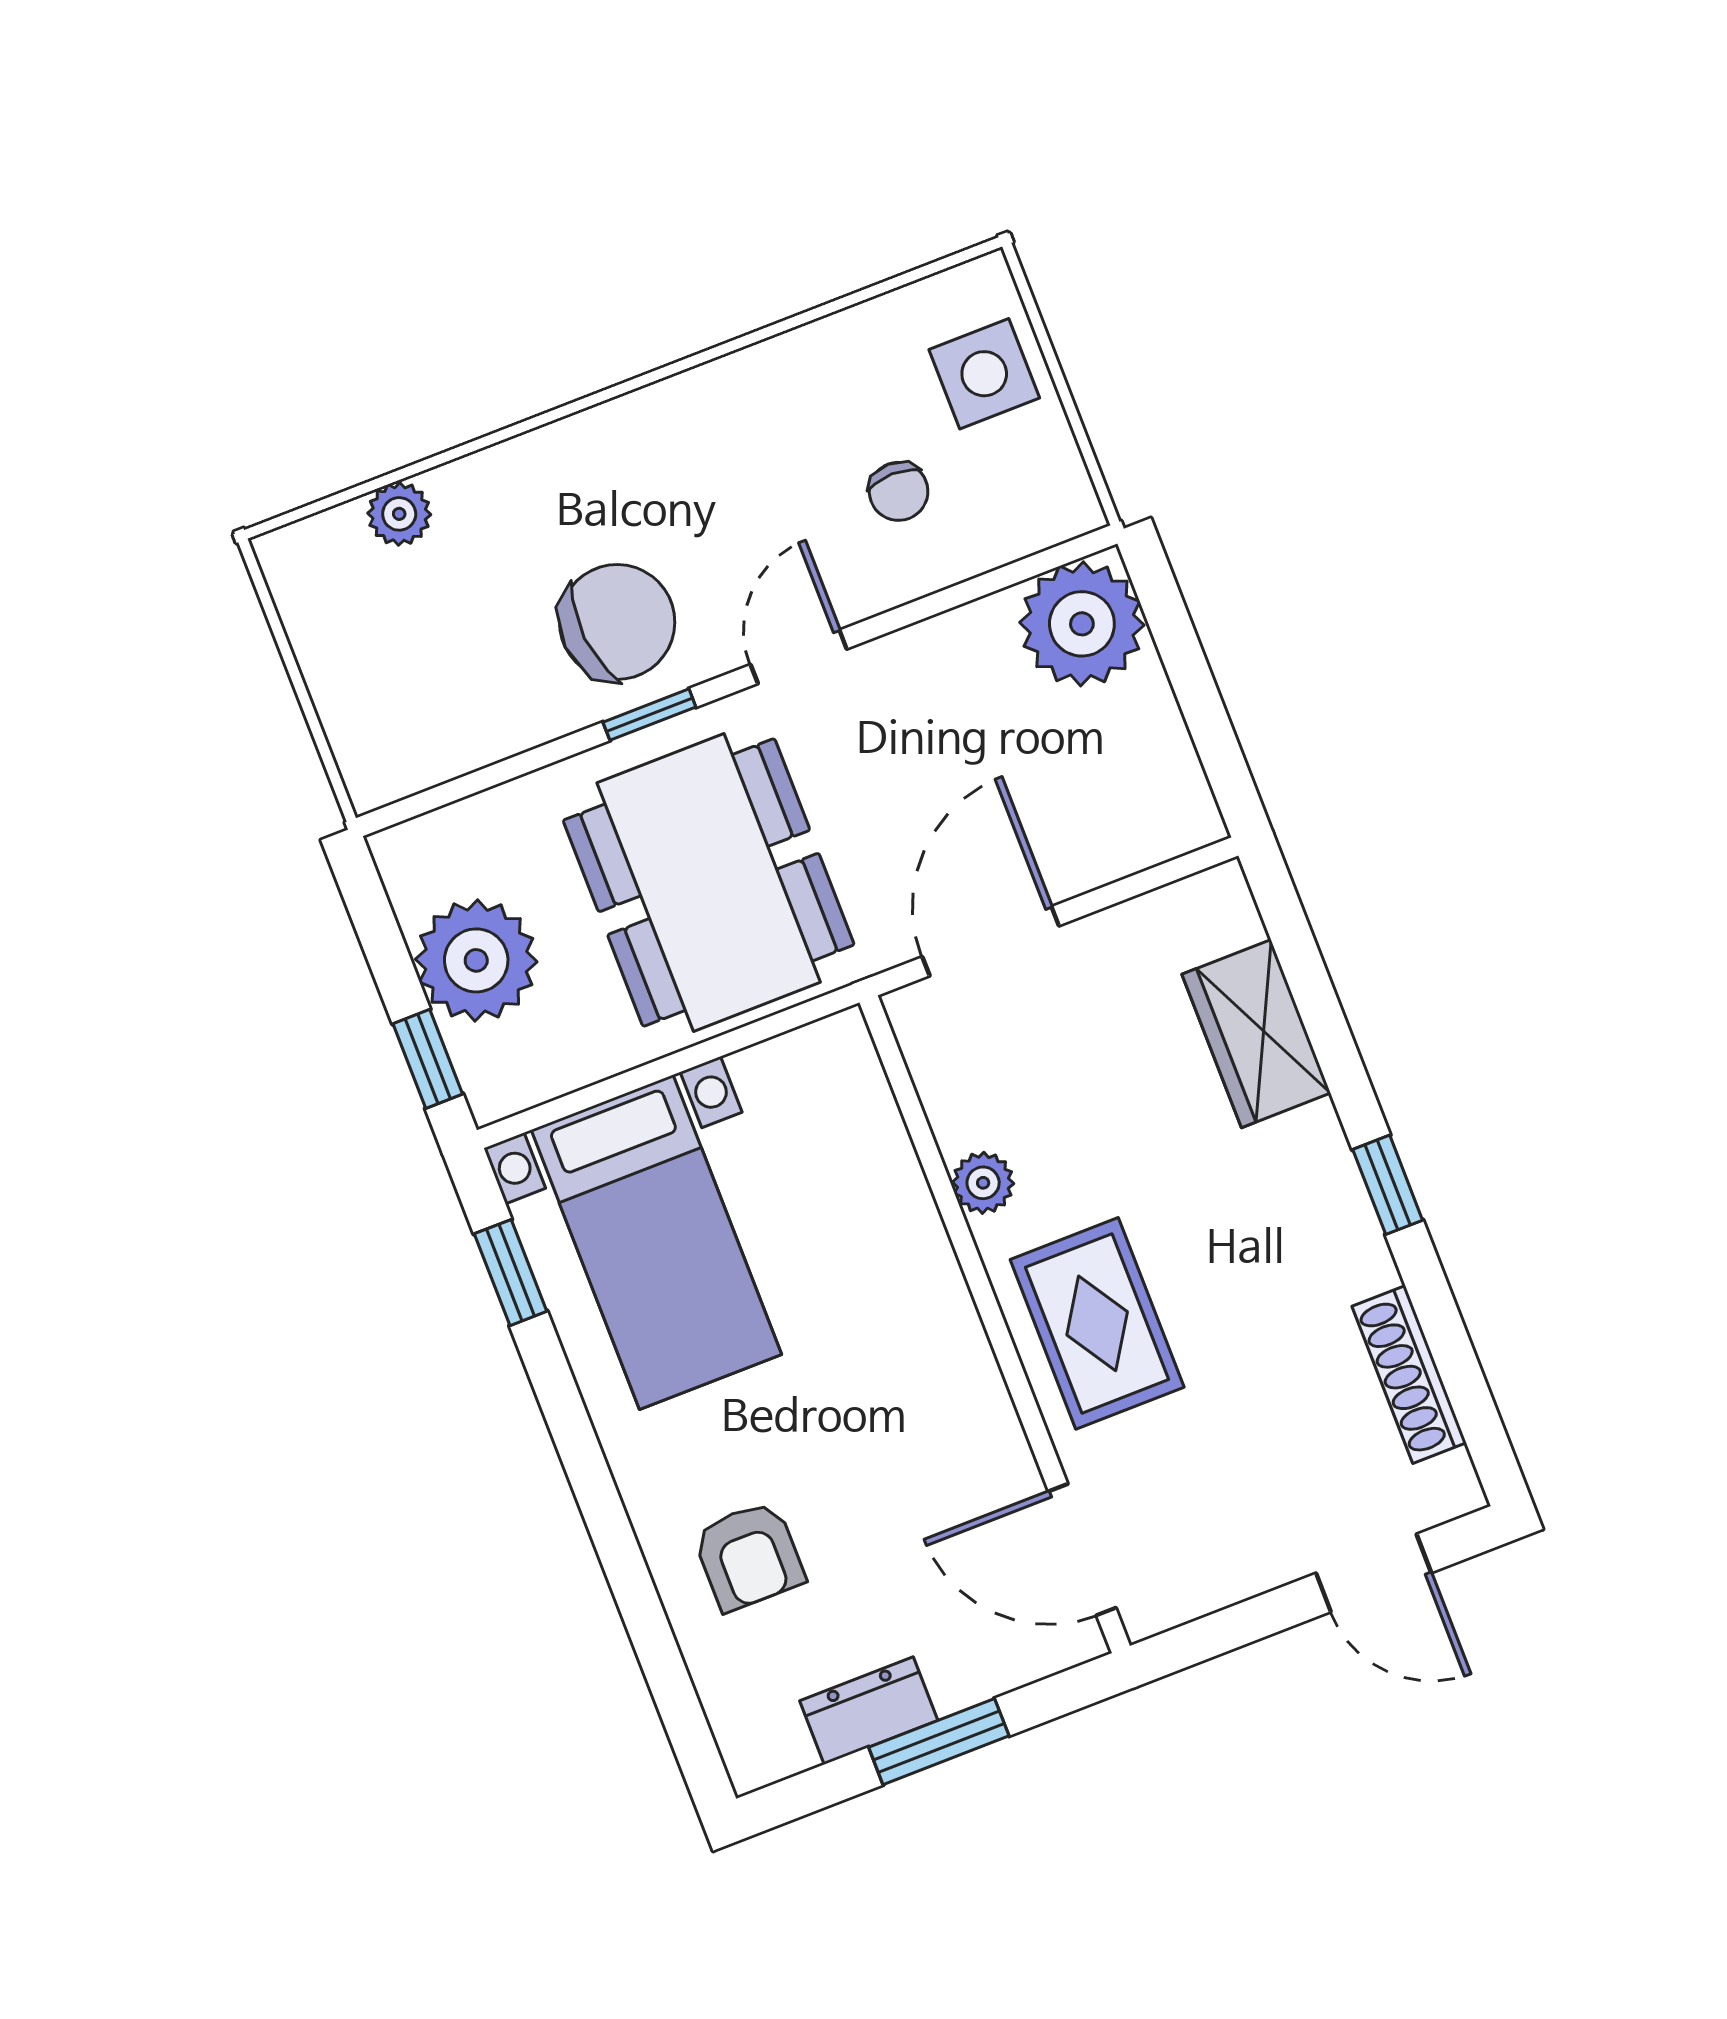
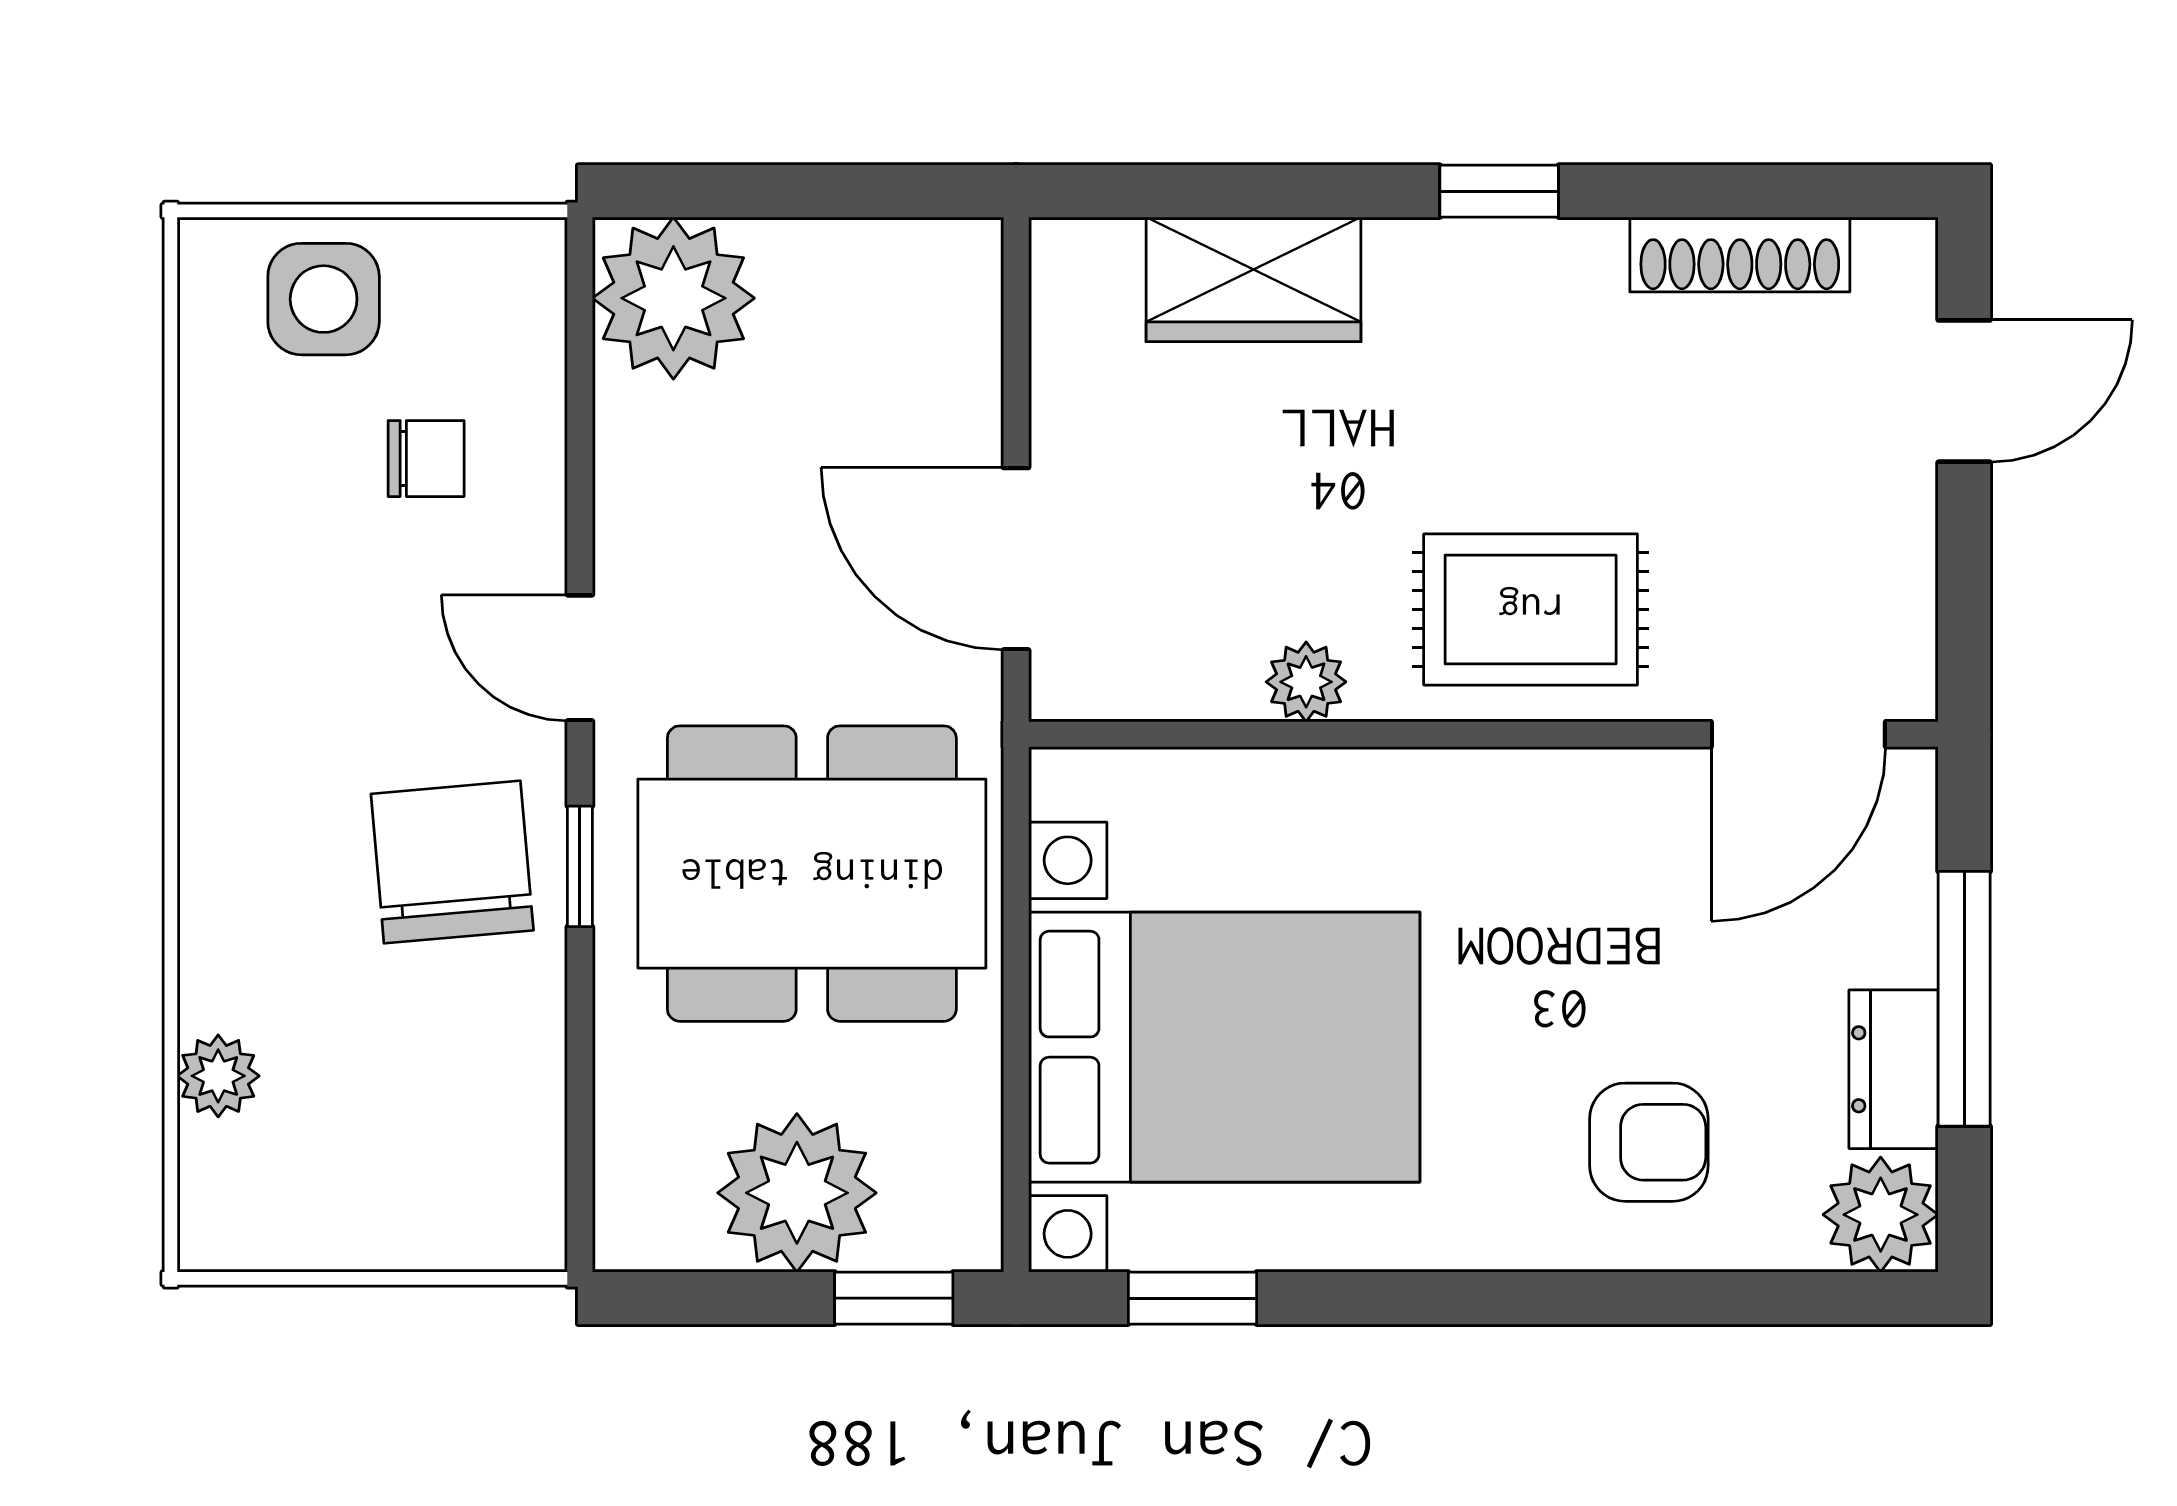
bed with nightstands: (656, 1242) -> (1224, 1047), width x1.36
plant: (761, 1742) -> (1881, 1215), added
window: (939, 1742) -> (1964, 999), width x1.44

